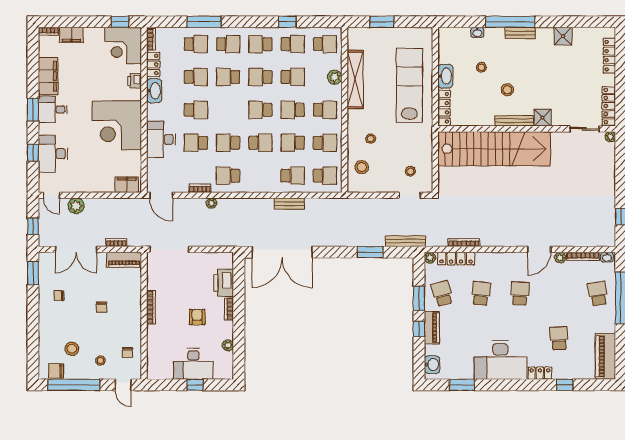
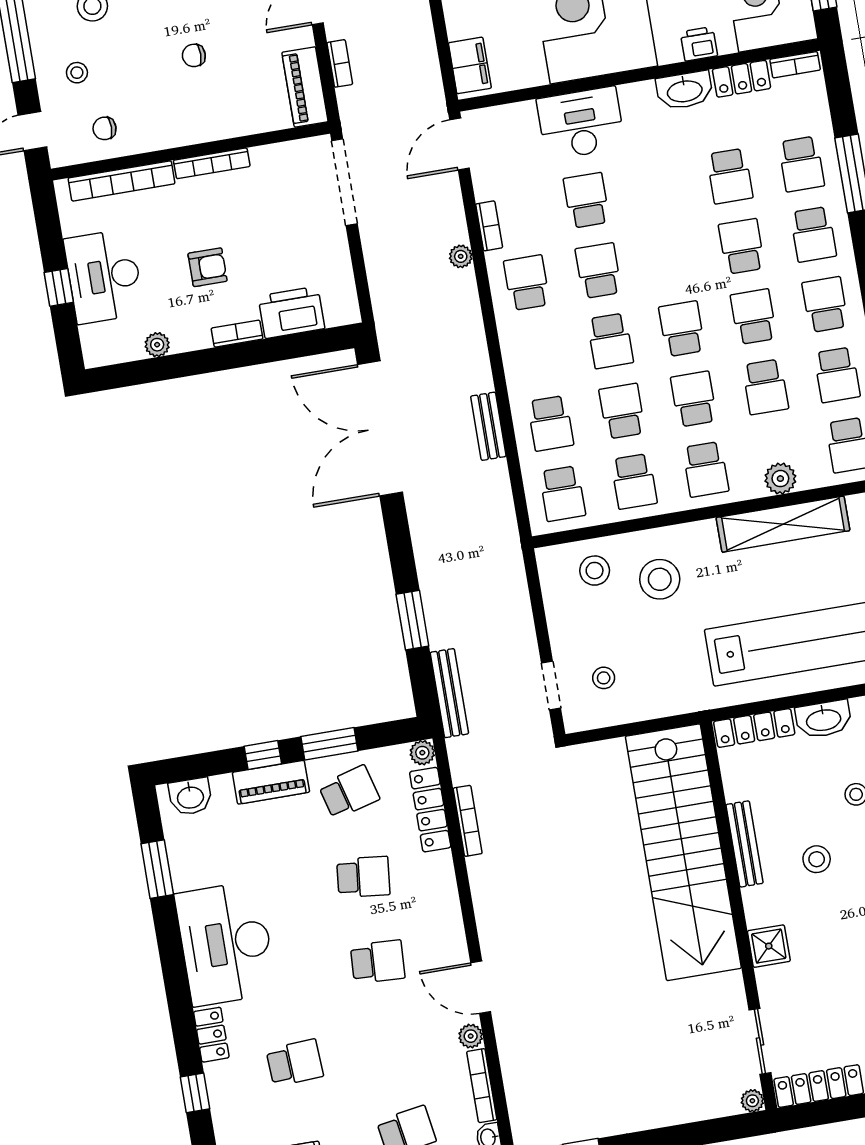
school desk: (196, 110) -> (658, 188), removed
bench: (514, 121) -> (745, 844), moved
stool: (371, 139) -> (660, 579), width x1.89, depth x1.89
bookcase: (152, 349) -> (122, 181), added

